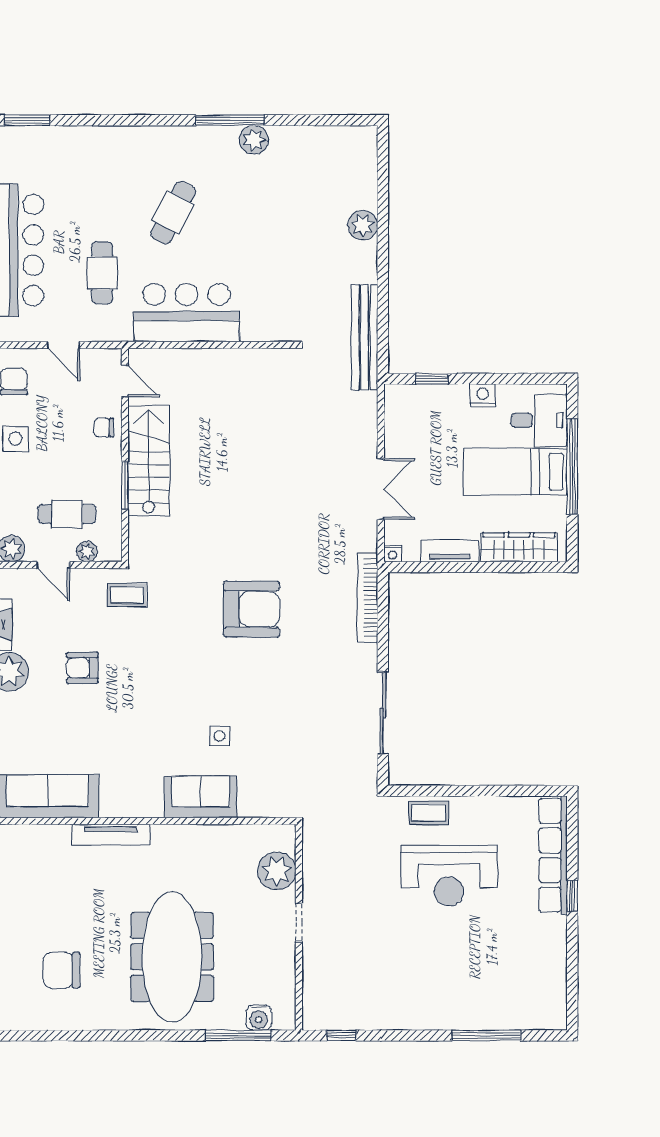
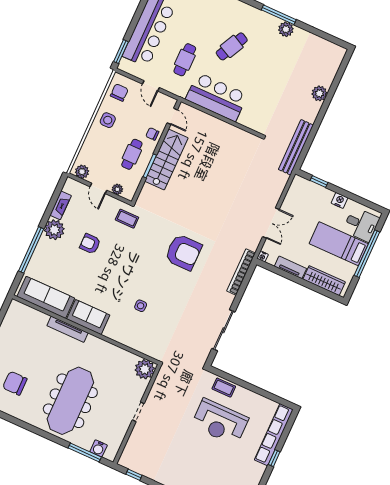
cafe table: (67, 514) -> (132, 154), moved, turned 90
sofa: (201, 797) -> (88, 317), moved
plant: (277, 871) -> (145, 369), moved

